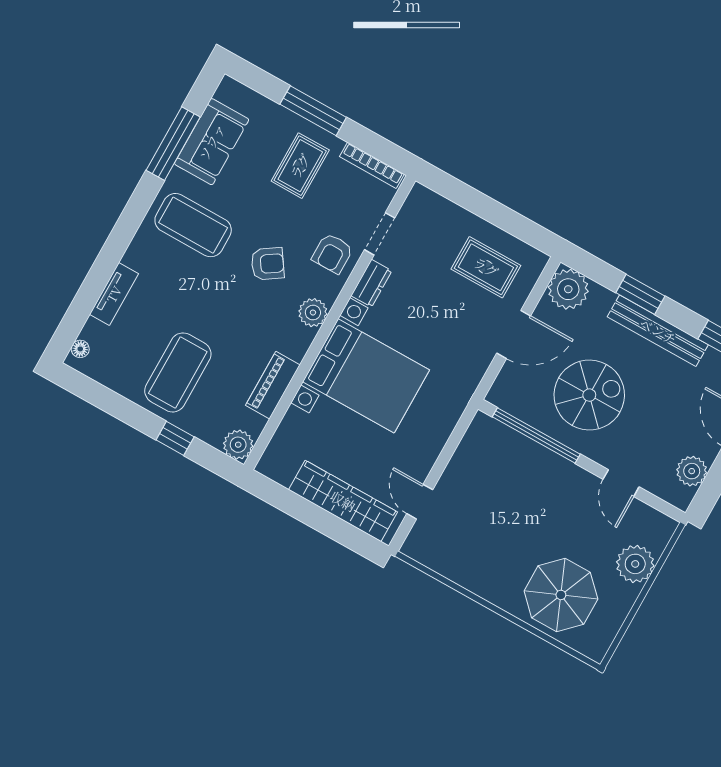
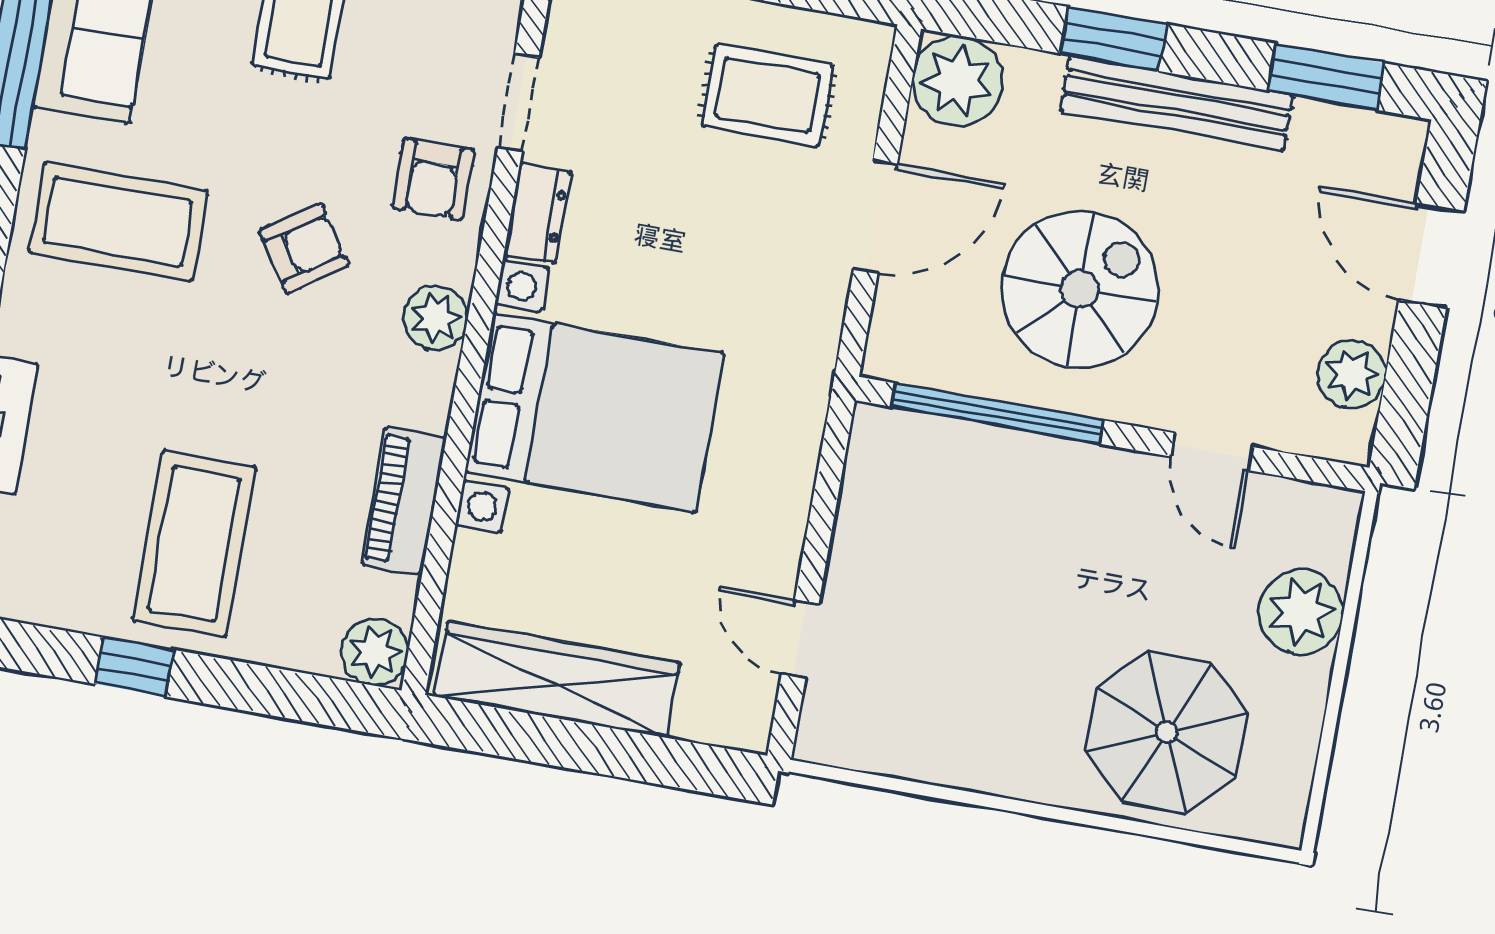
window: (175, 438) -> (134, 667), moved
wardrobe: (343, 501) -> (558, 679), moved

